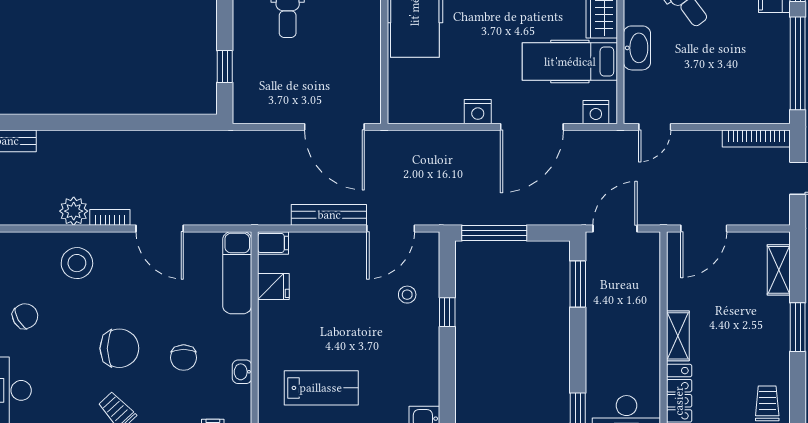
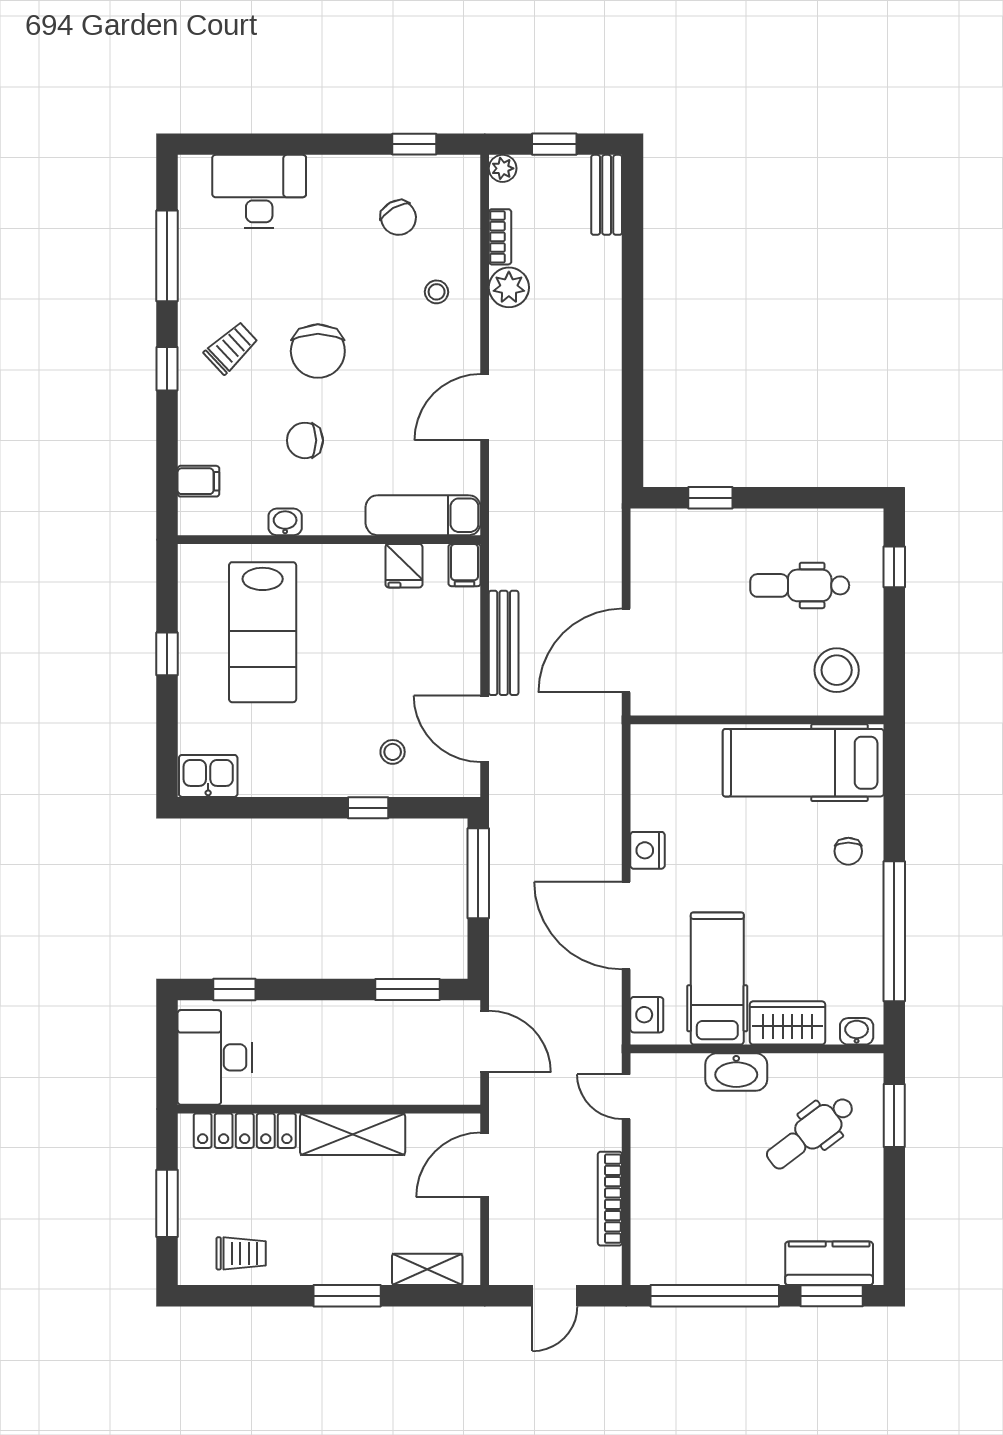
bookcase: (756, 139) -> (610, 1199), moved
bookcase: (110, 217) -> (500, 237), moved
door: (704, 228) -> (485, 1165), hinge flipped
stool: (77, 263) -> (437, 292), width x0.53, depth x0.53
chair: (25, 316) -> (399, 218), moved
shelving: (678, 336) -> (353, 1134), width x1.50, depth x1.33
lab bench: (321, 388) -> (263, 632), width x1.36, depth x1.39

